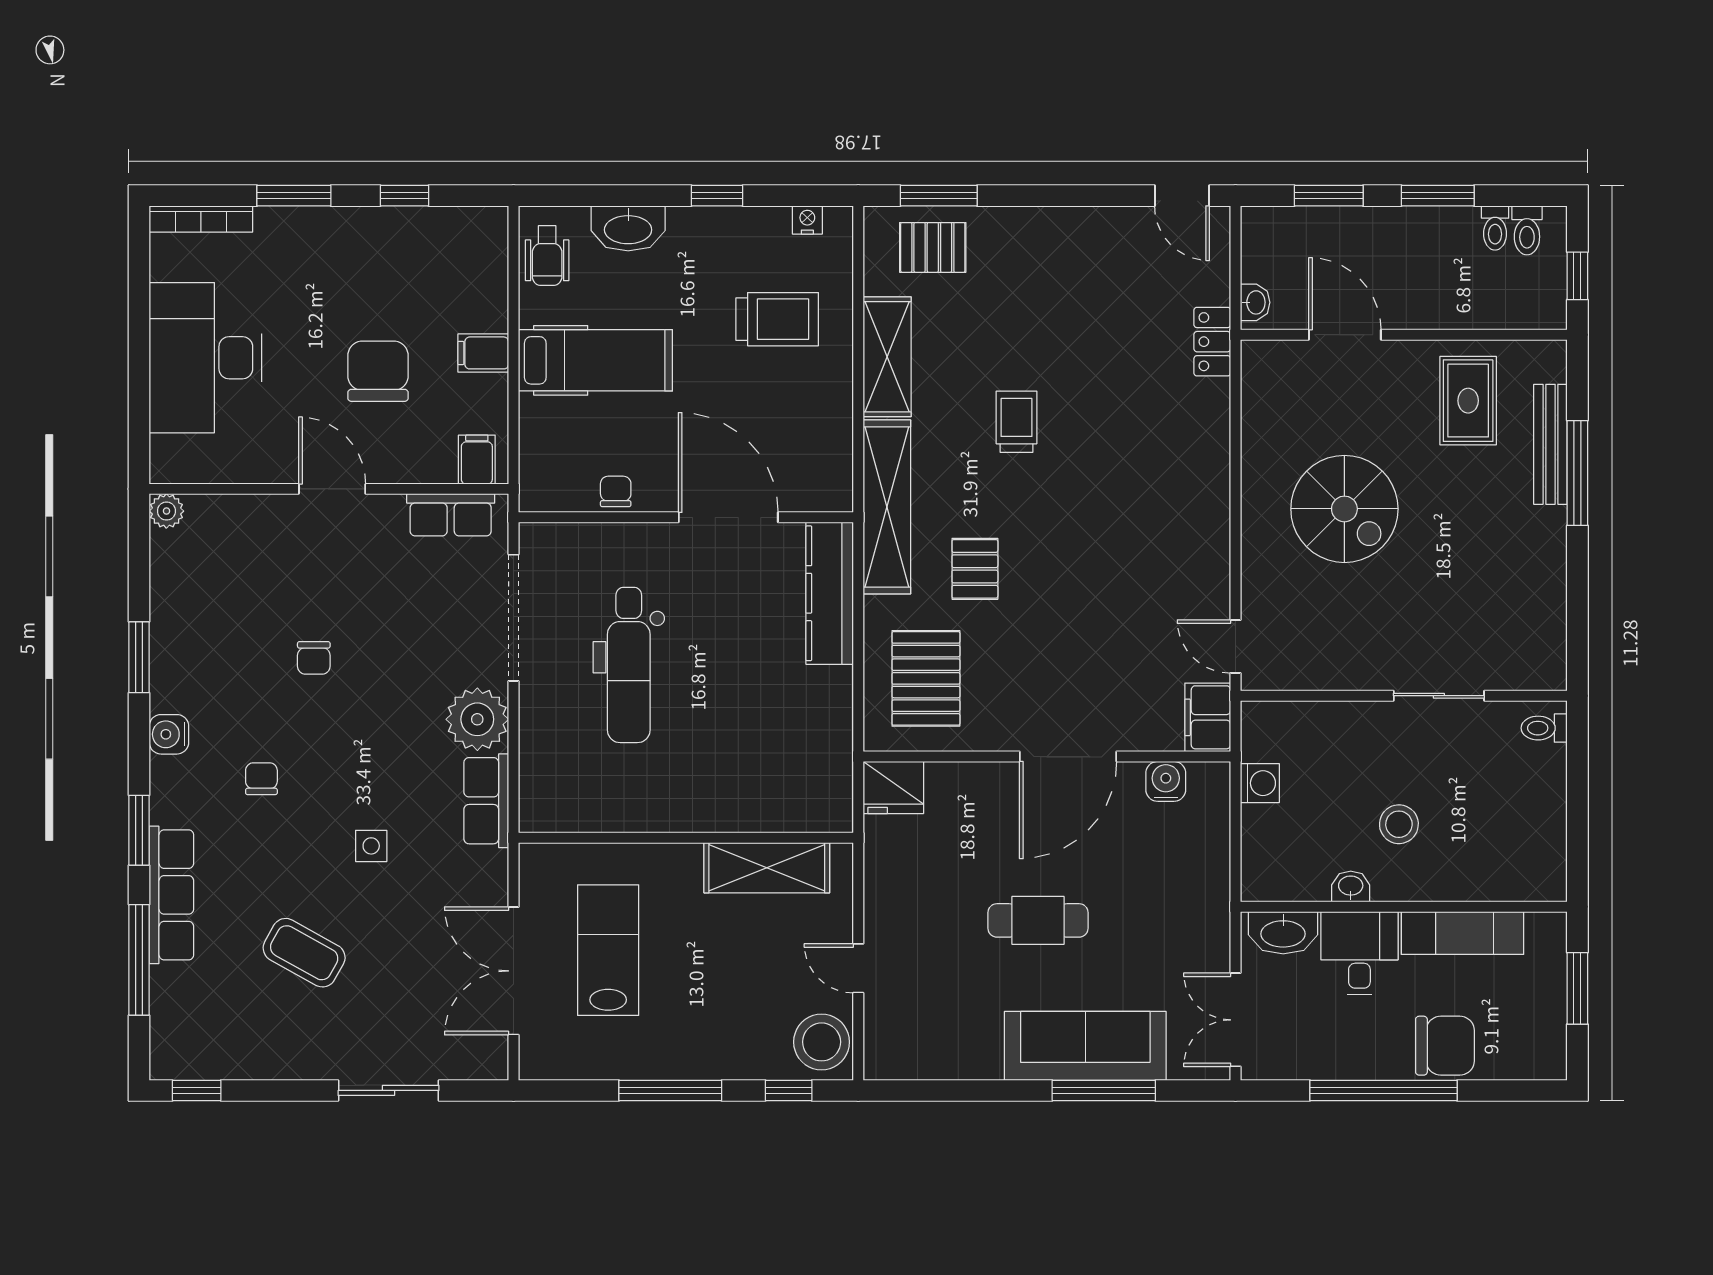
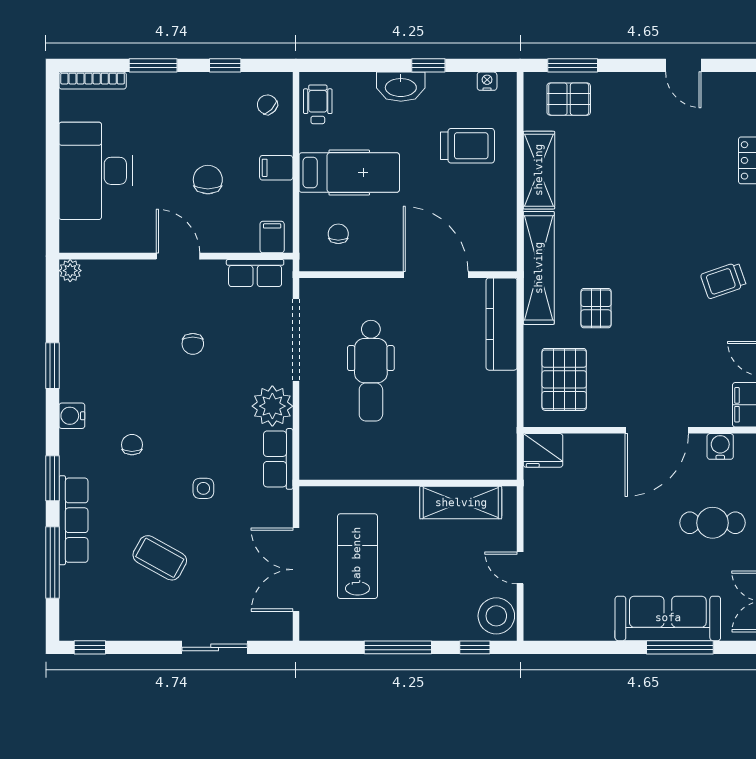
door: (1182, 196) -> (683, 65), moved
washbasin: (628, 228) -> (401, 87), moved
chair: (469, 256) -> (267, 105), added
wheelchair: (547, 256) -> (318, 104), turned 180
chair: (378, 371) -> (208, 180), width x0.73, depth x0.73
trolley: (1017, 422) -> (723, 280), moved, turned -109
chair: (616, 491) -> (338, 234), moved
chair: (314, 658) -> (193, 344), moved
cafe table: (1038, 920) -> (713, 523), moved

